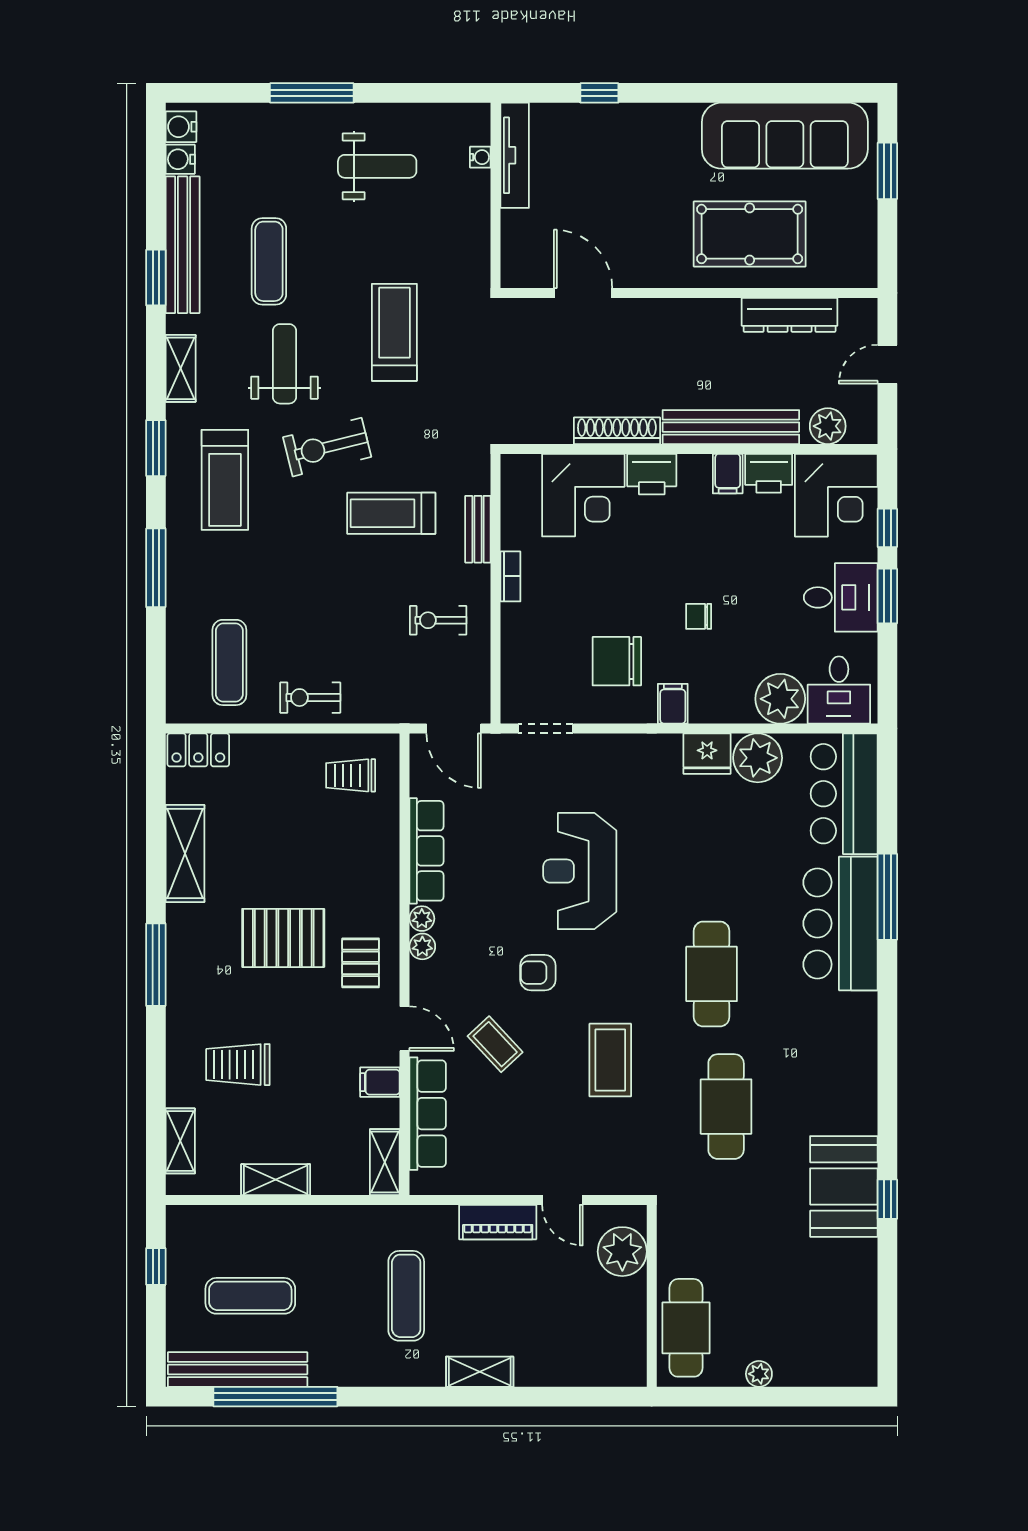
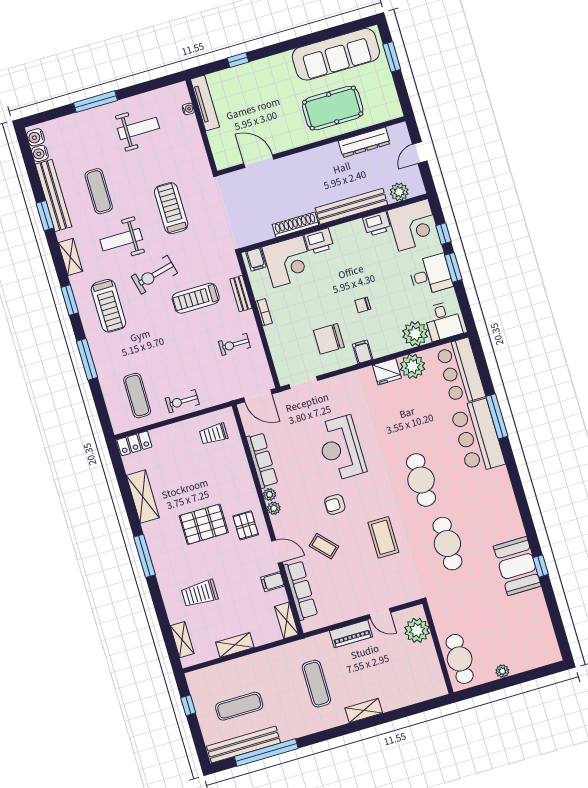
weight bench: (285, 364) -> (121, 240), turned -90
filing cabinet: (728, 474) -> (256, 259), moved

